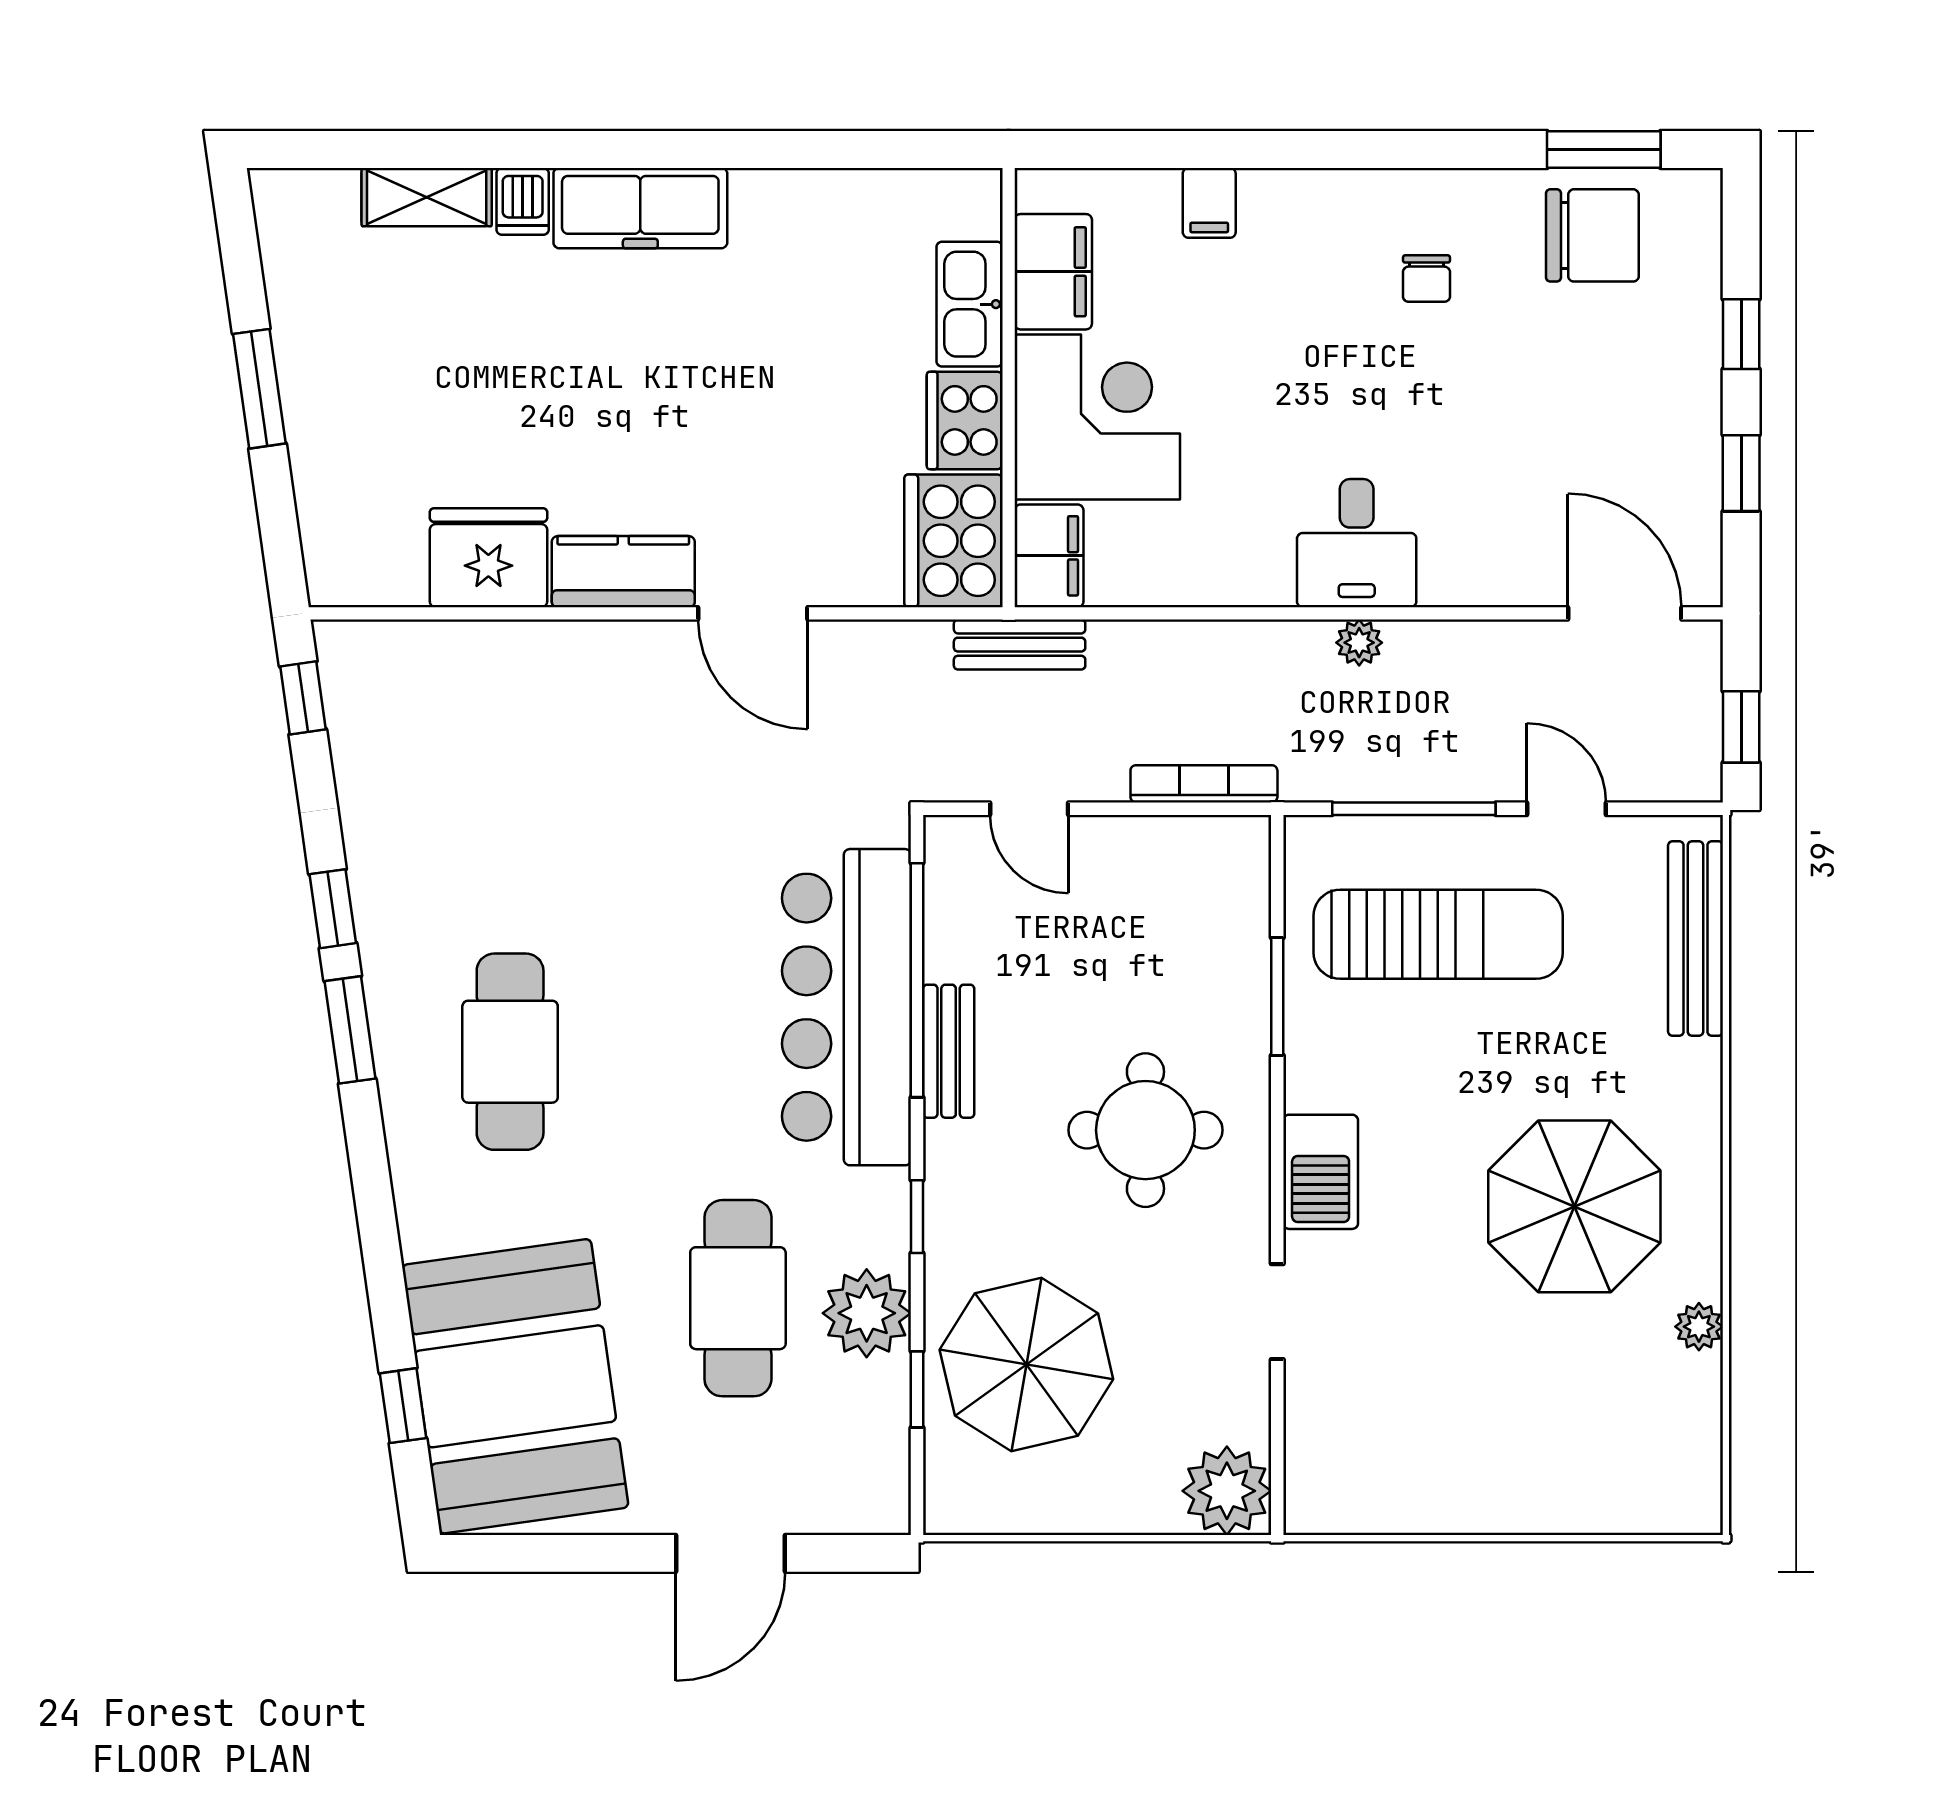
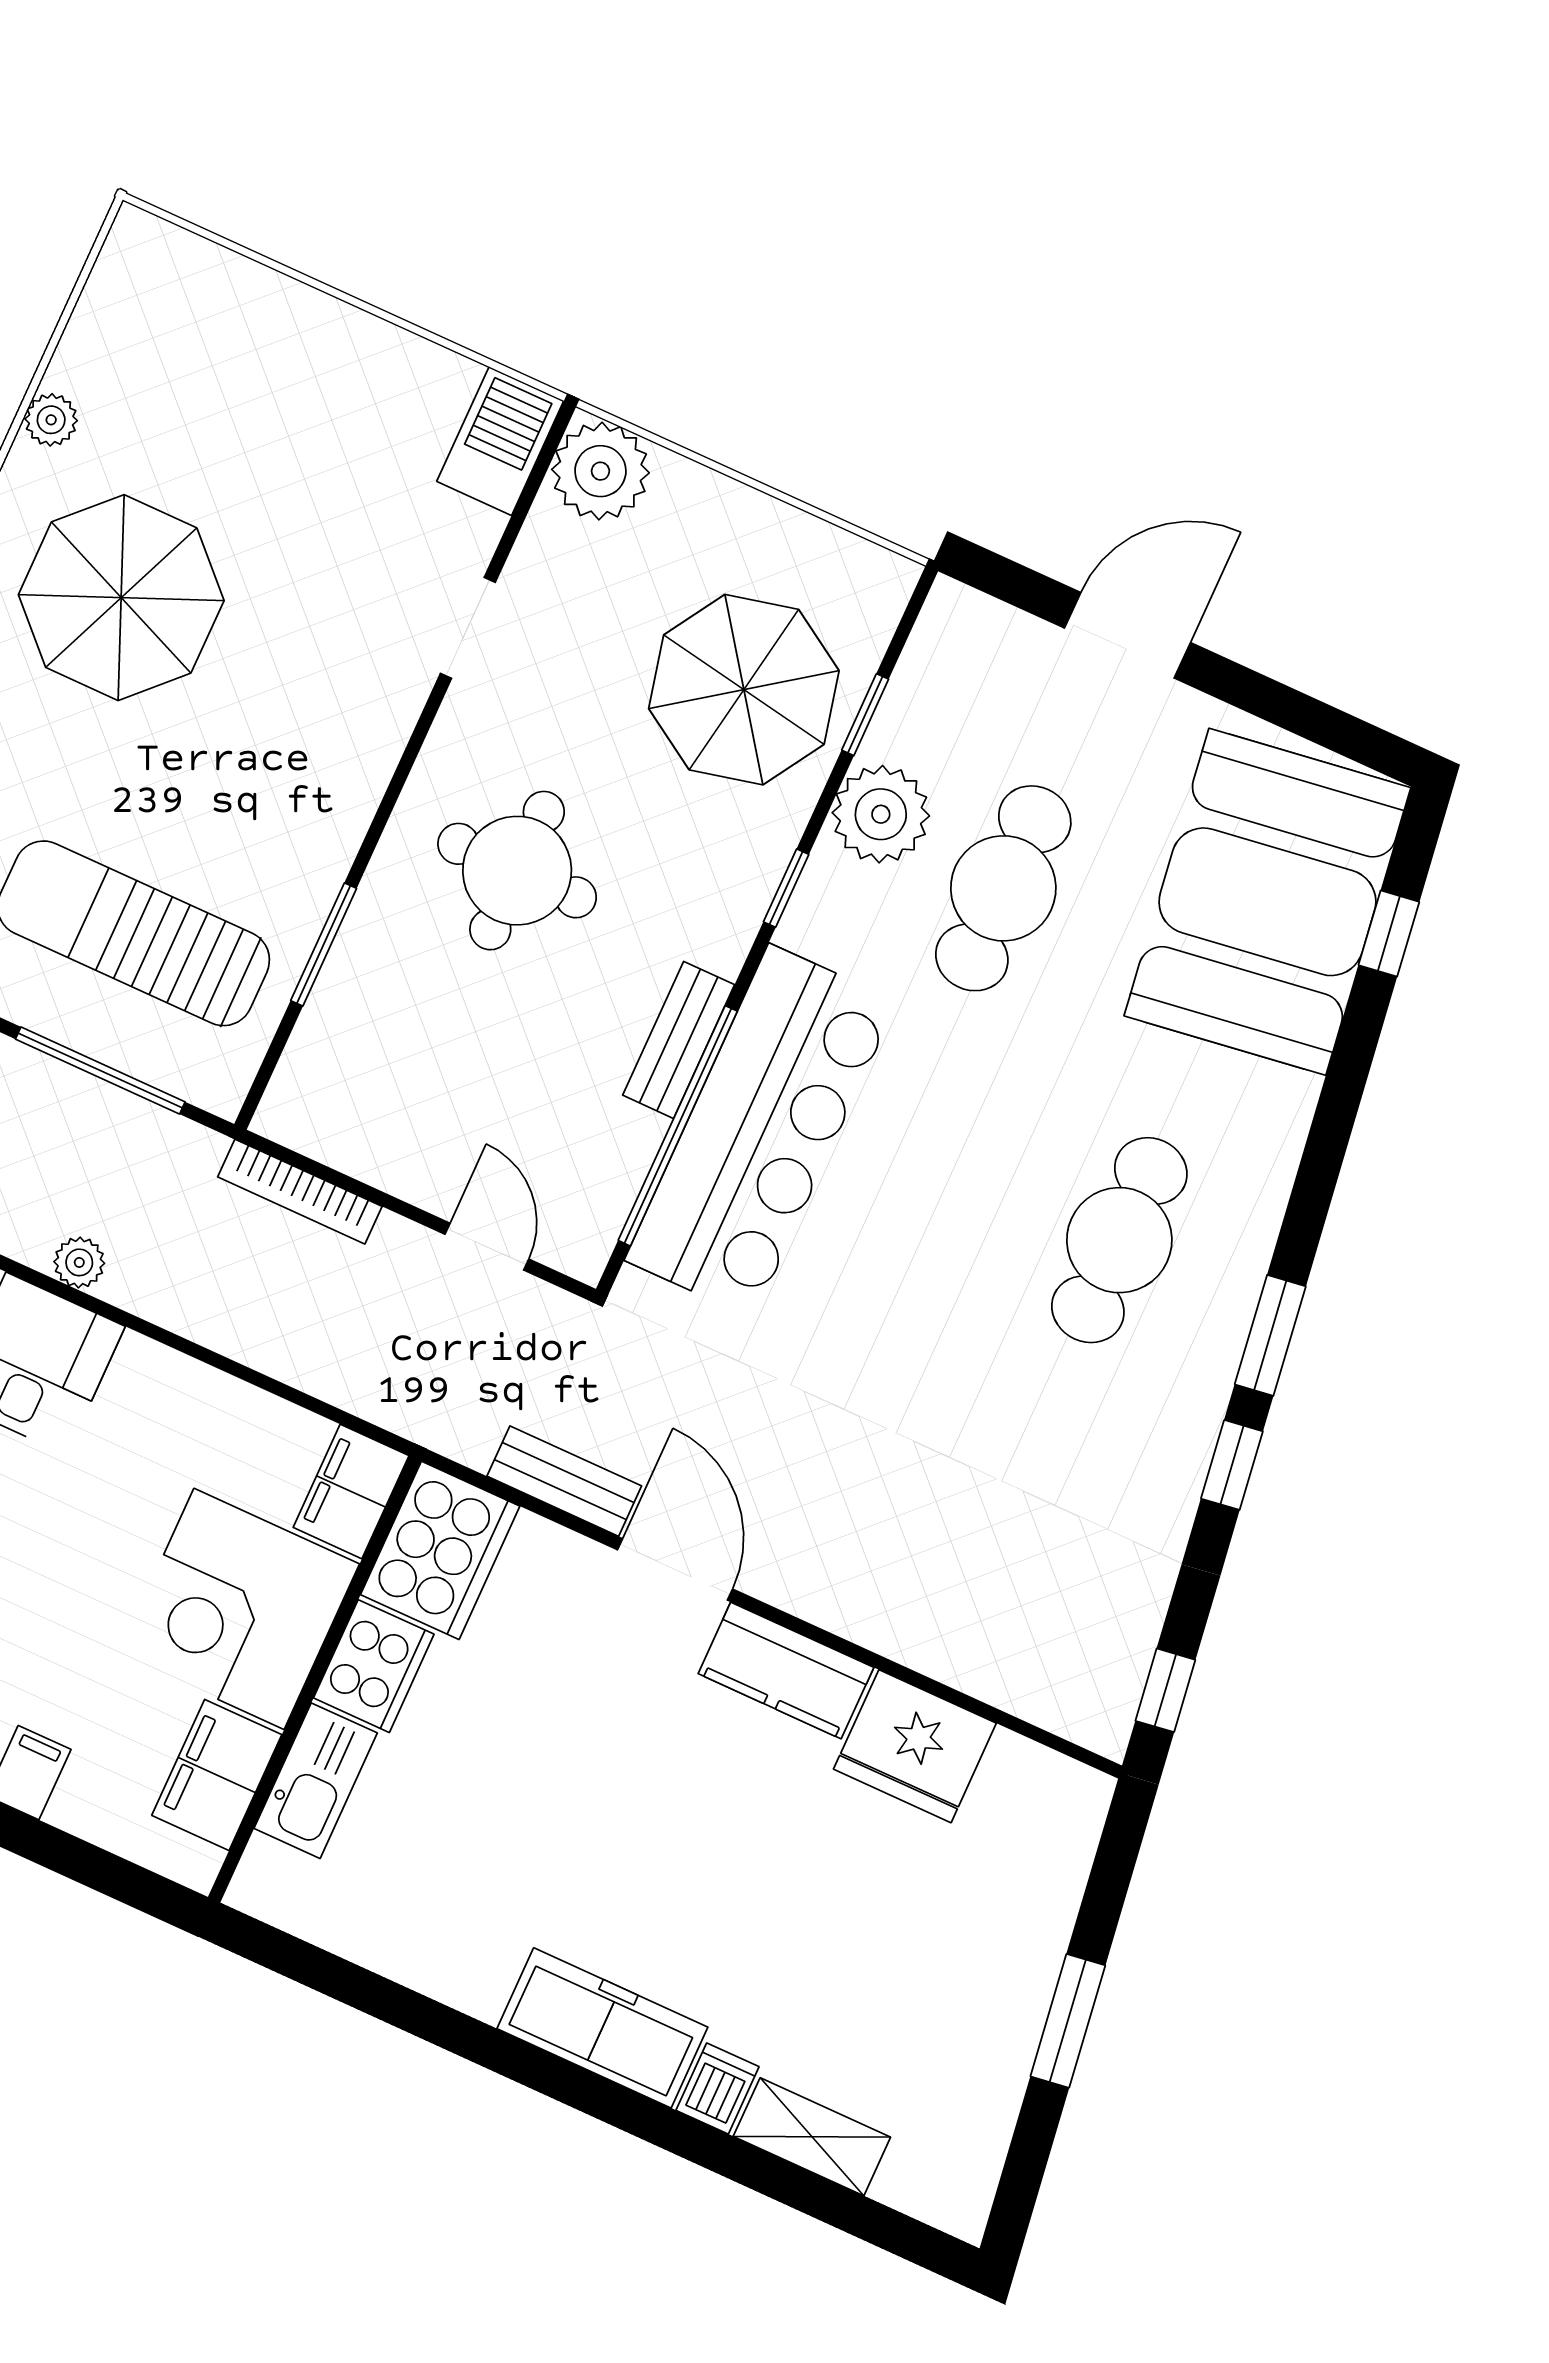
bench: (1020, 645) -> (564, 1481), moved
barbecue: (1321, 1172) -> (500, 441), moved

